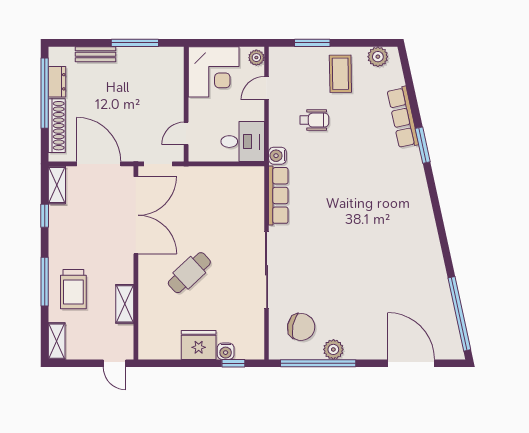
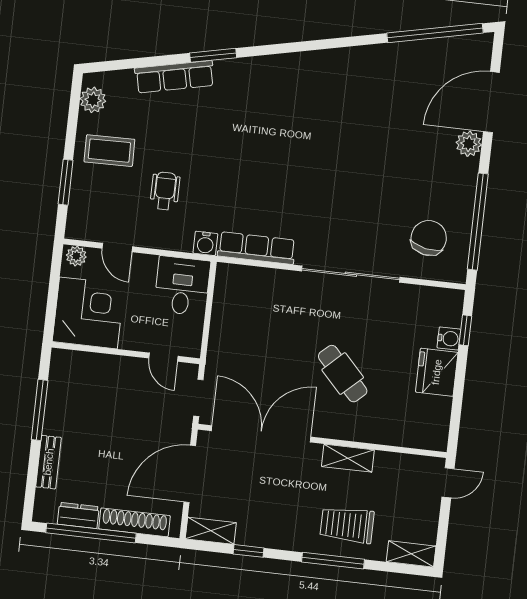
trolley: (73, 289) -> (347, 525), turned 180
shelving: (125, 304) -> (348, 458), moved
plant: (333, 349) -> (469, 144), moved

